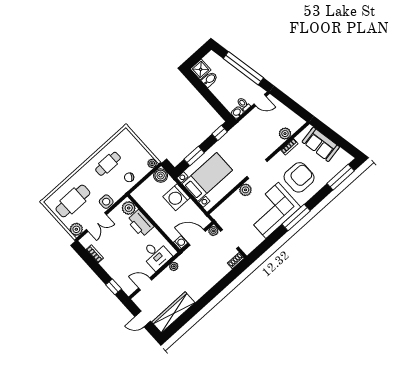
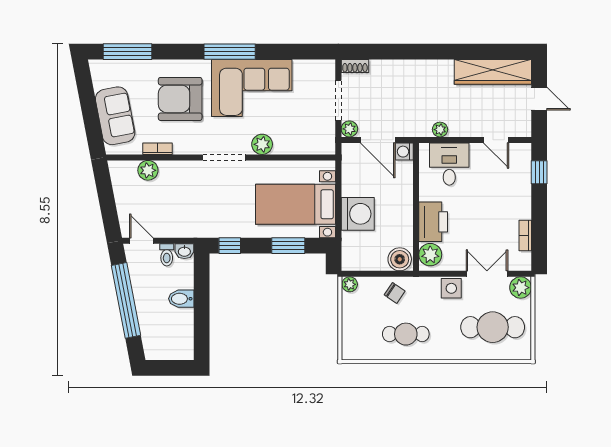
shower: (201, 69) -> (181, 348), removed
bidet: (210, 79) -> (181, 299), moved
boiler: (161, 176) -> (400, 259), moved

